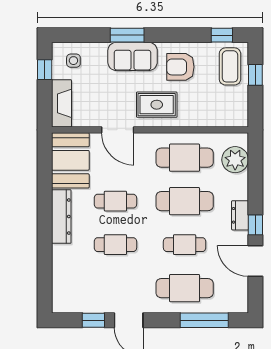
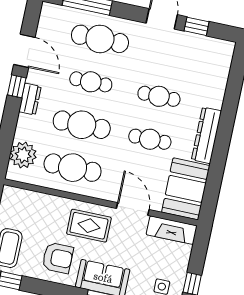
fireplace: (61, 103) -> (172, 230), moved, turned -90

